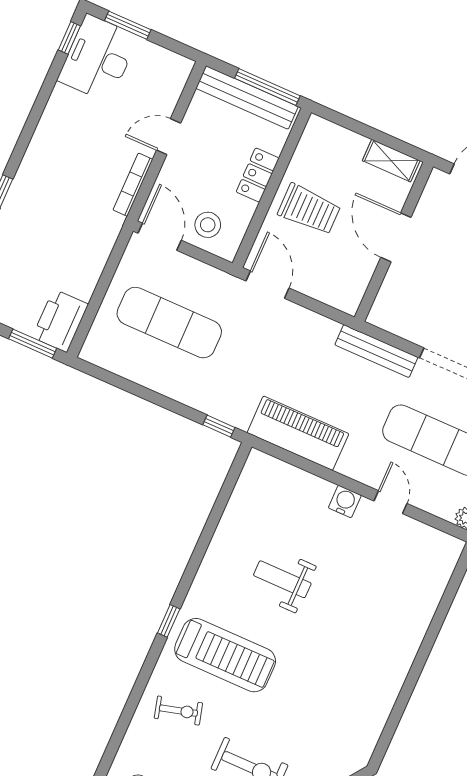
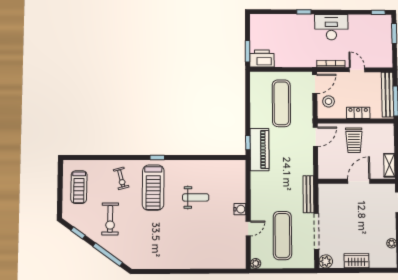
desk: (98, 58) -> (331, 27), moved
piano: (298, 433) -> (259, 150), moved
weight bench: (282, 579) -> (196, 197), turned 90

